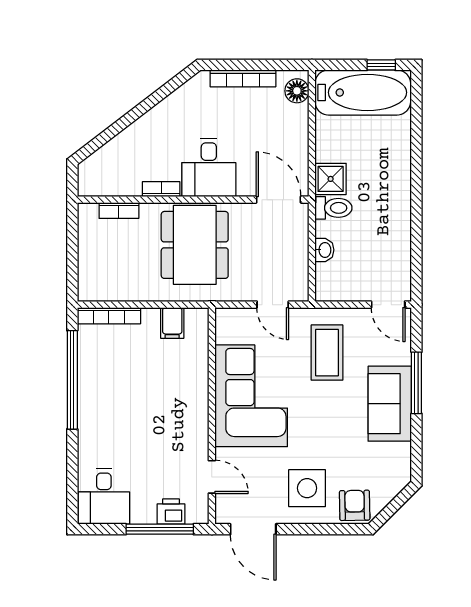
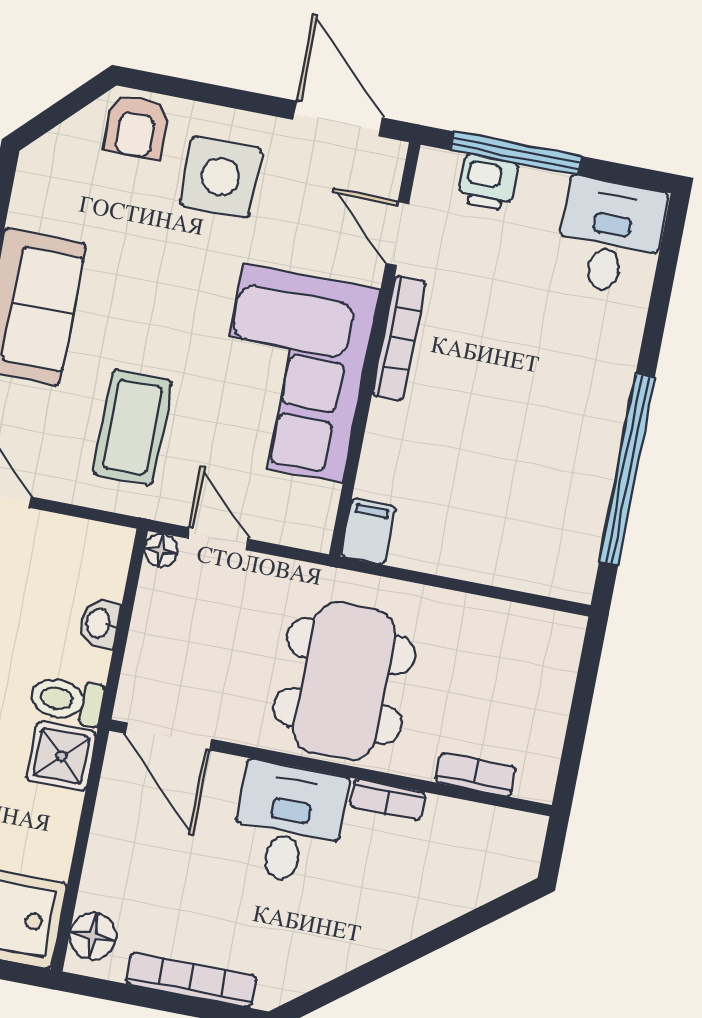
floor lamp: (300, 293) -> (161, 550), added
bookcase: (109, 316) -> (399, 338), moved, turned 90
filing cabinet: (172, 323) -> (368, 532), moved

